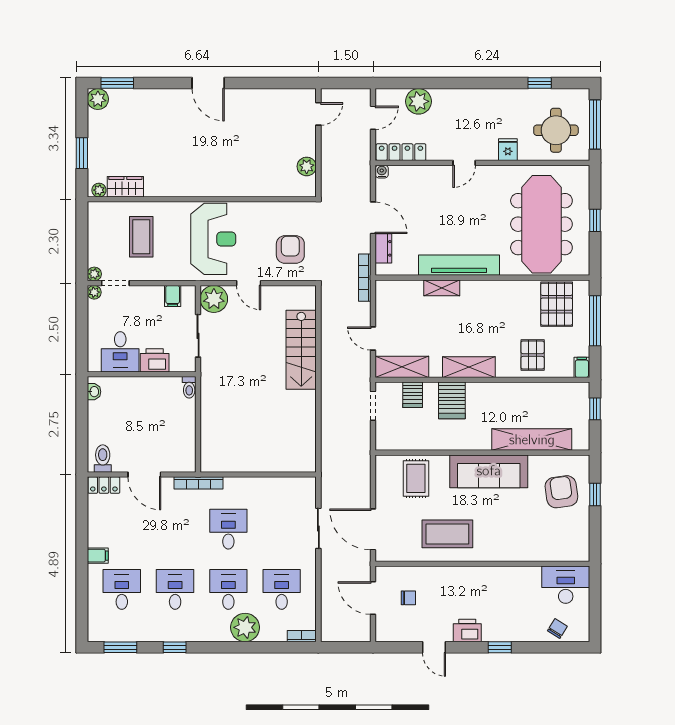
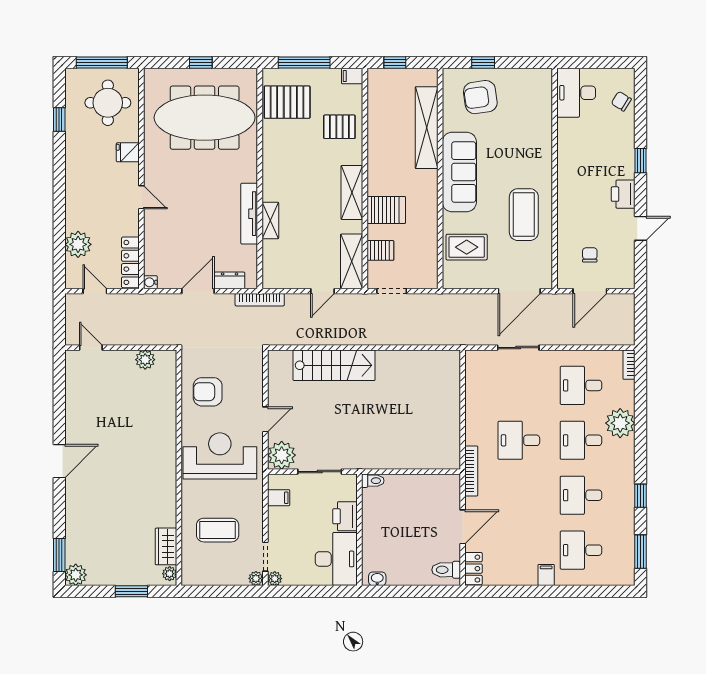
armchair: (290, 249) -> (208, 392), moved
tv unit: (459, 265) -> (249, 214), width x0.73, depth x0.78
desk: (120, 352) -> (336, 559), width x1.37

